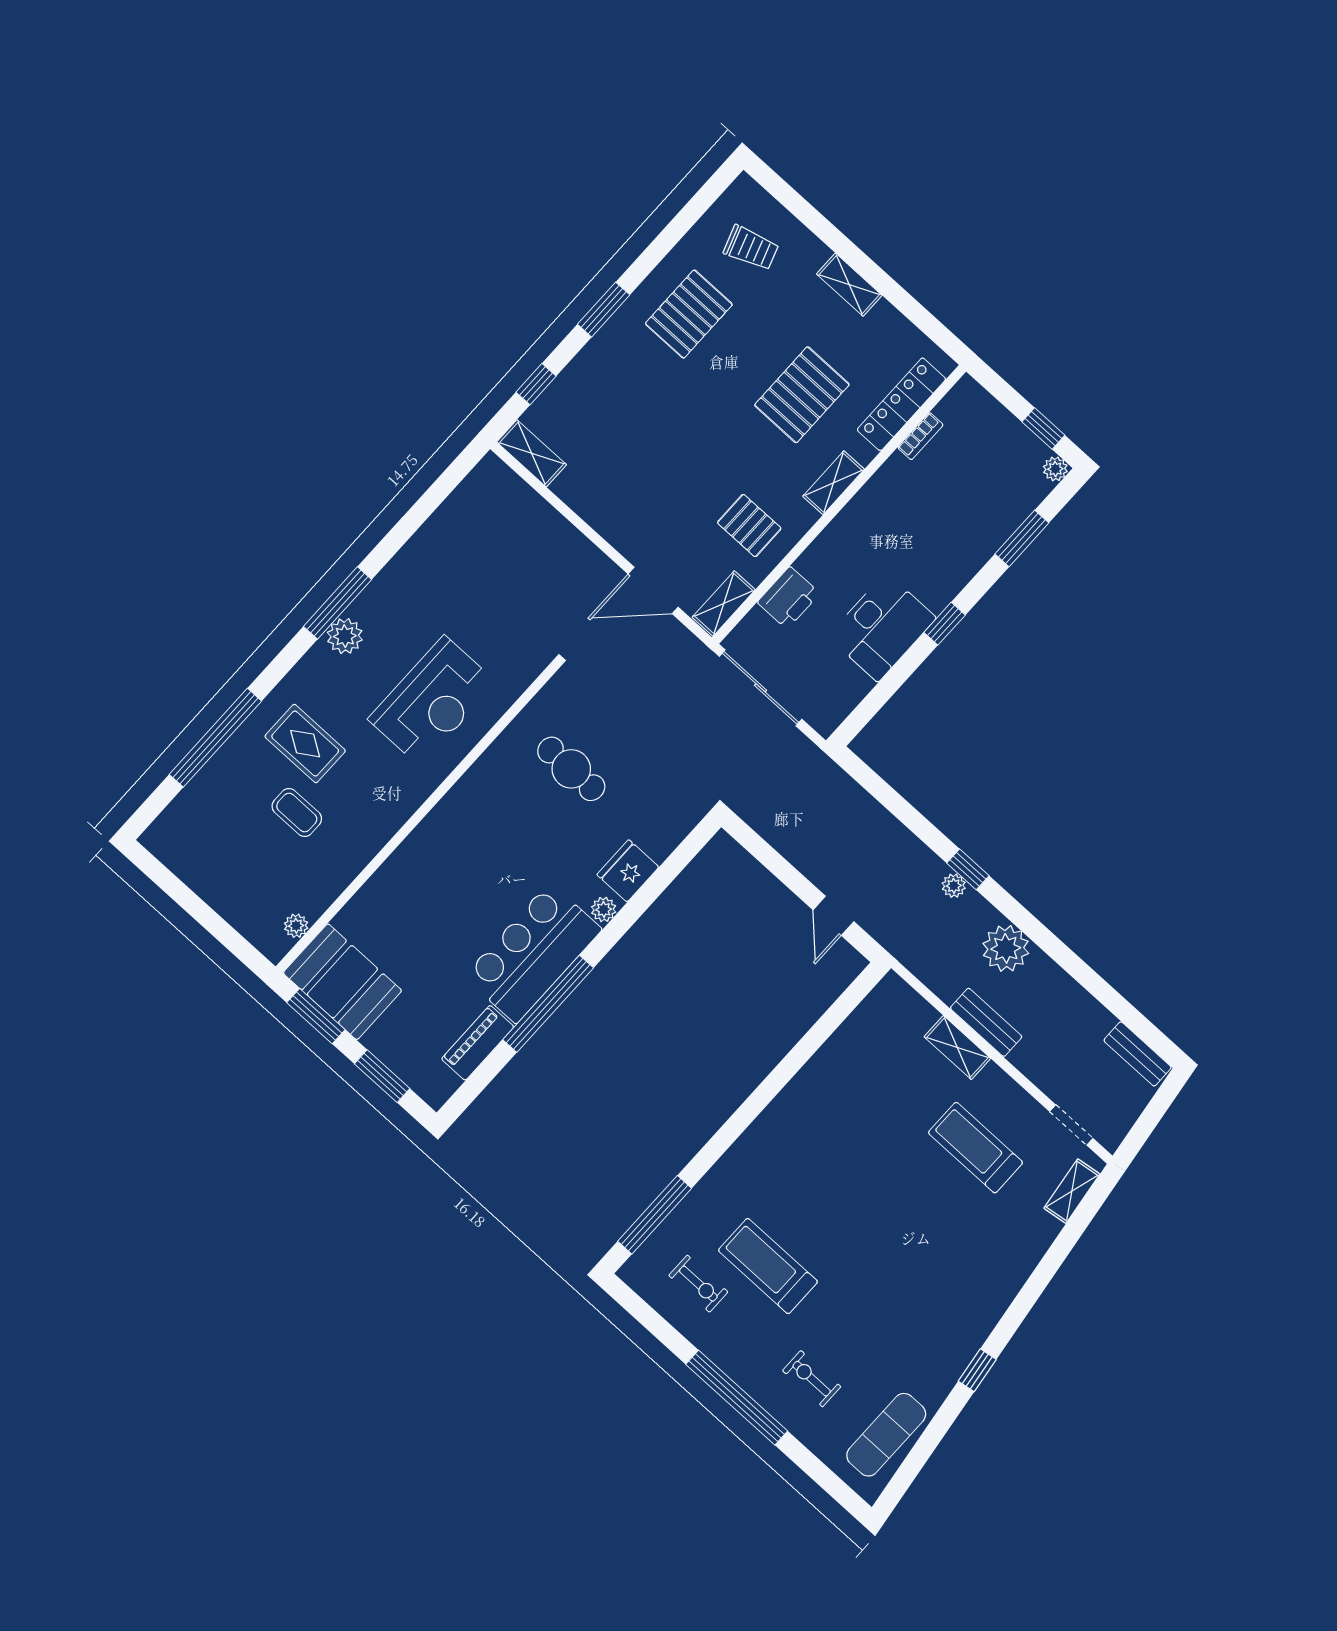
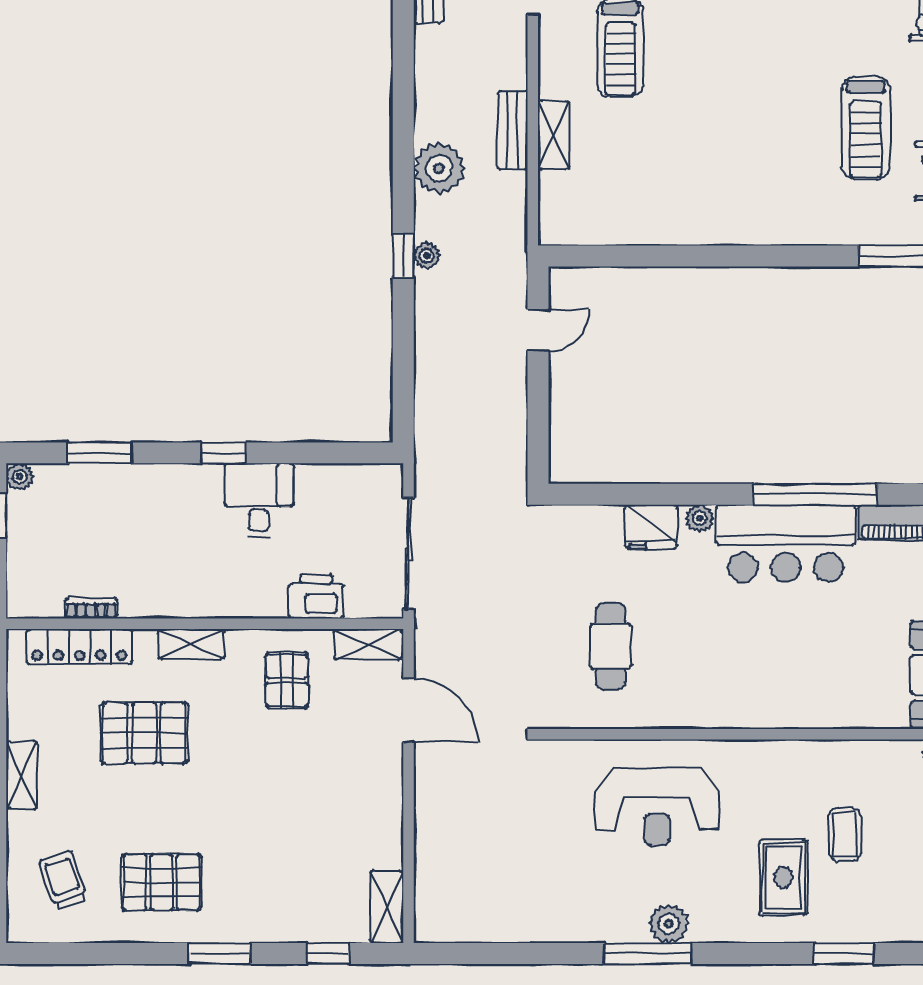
desk: (882, 627) -> (259, 500), width x0.73
reception desk: (432, 701) -> (657, 807), turned 180
window: (215, 738) -> (844, 954), width x0.47

